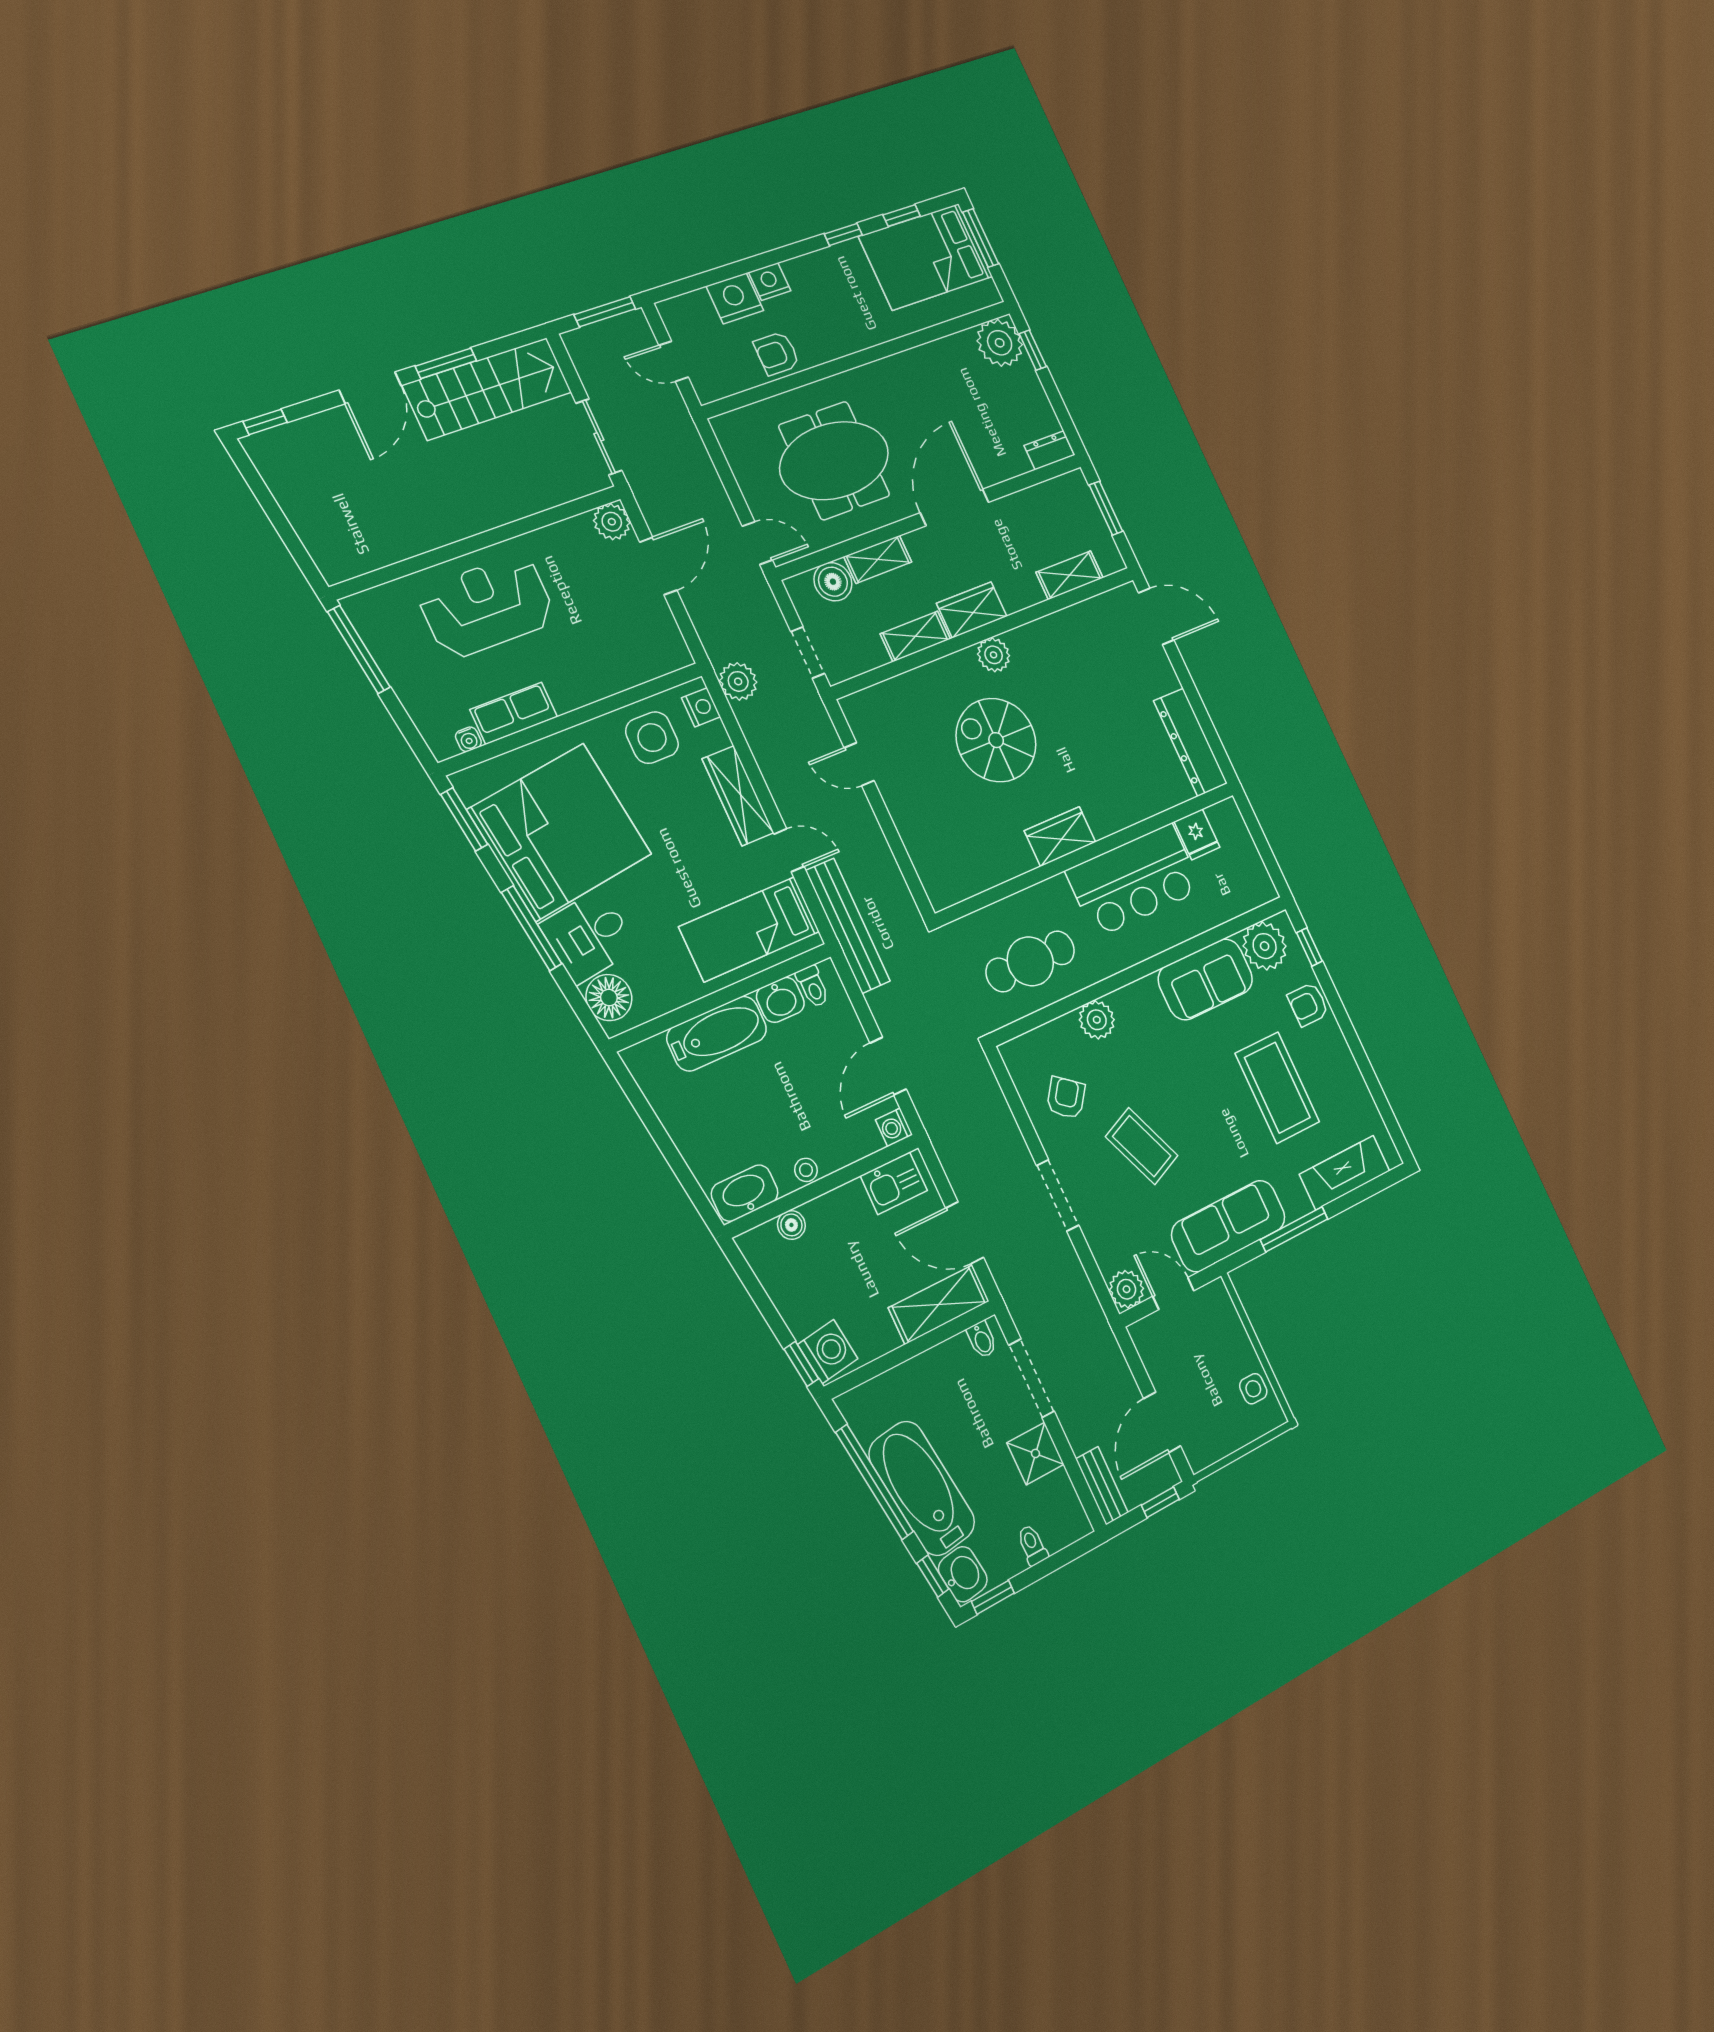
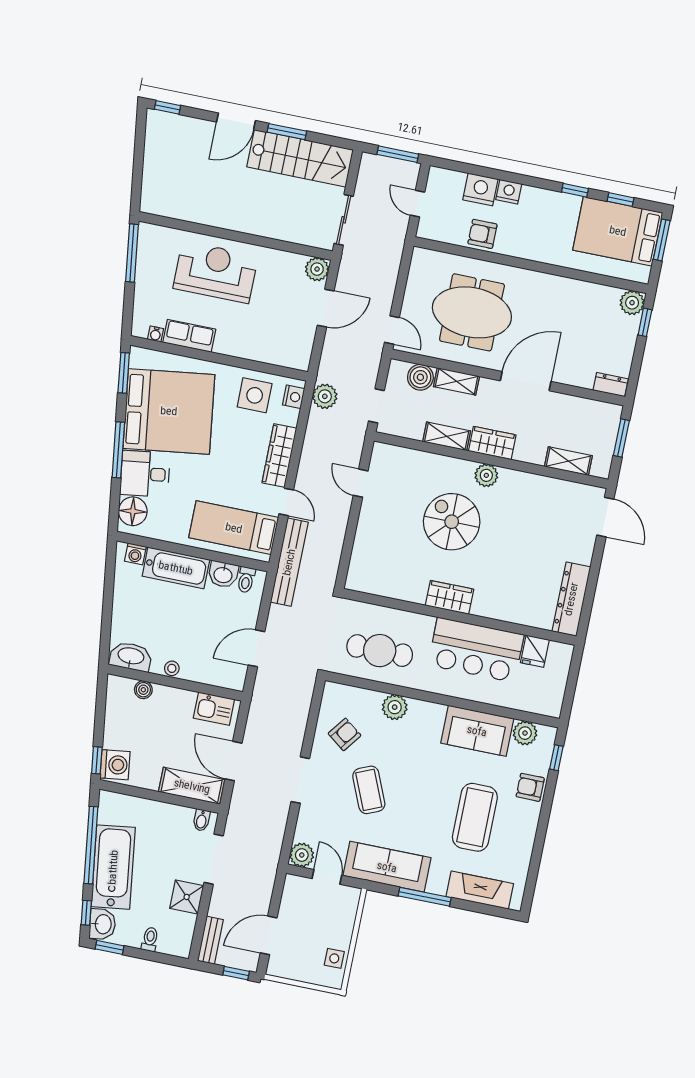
plant: (1000, 343) -> (632, 303), width x0.73, depth x0.73
plant: (1265, 946) -> (525, 733), width x0.73, depth x0.73
washing machine: (894, 1127) -> (135, 554), moved, turned -90

